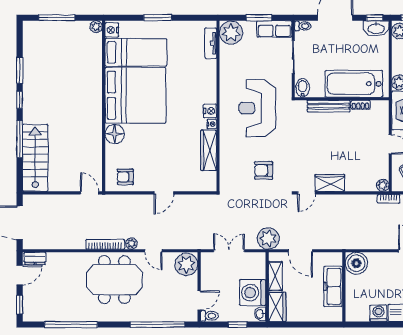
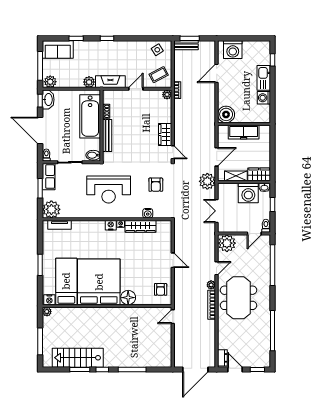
stairs: (35, 158) -> (78, 358), moved
water cooler: (226, 160) -> (148, 213), added
door: (199, 300) -> (254, 234), swing flipped

